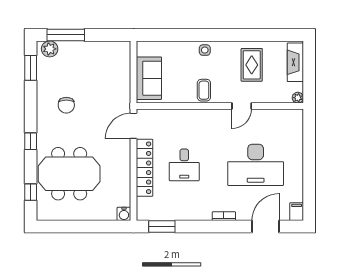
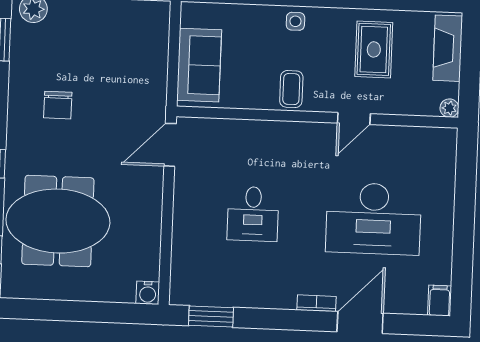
locker: (145, 168) -> (186, 216), removed
door: (266, 226) -> (360, 322), moved

